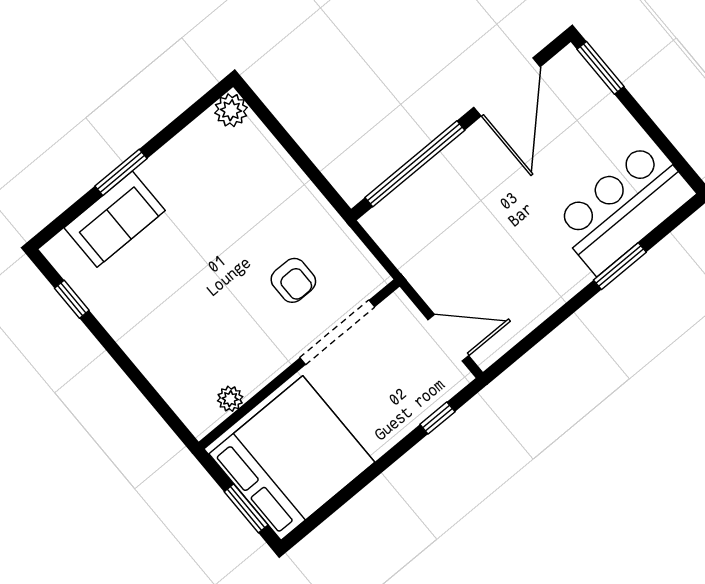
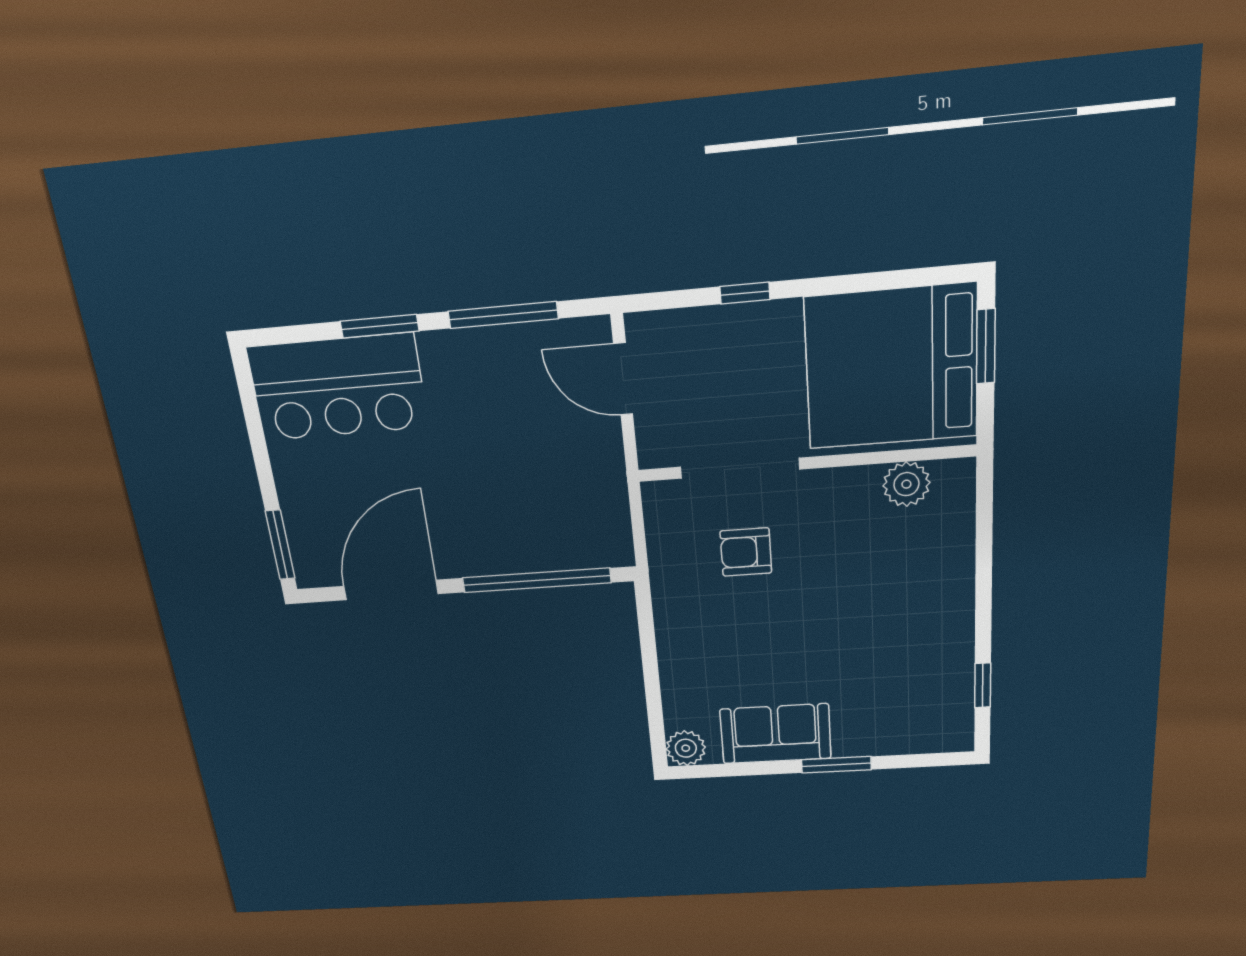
sofa: (115, 219) -> (776, 734), moved
armchair: (293, 280) -> (746, 552), turned -90
window: (548, 326) -> (503, 315), added
plant: (230, 399) -> (906, 484), width x1.38, depth x1.38
window: (437, 418) -> (745, 293), moved

